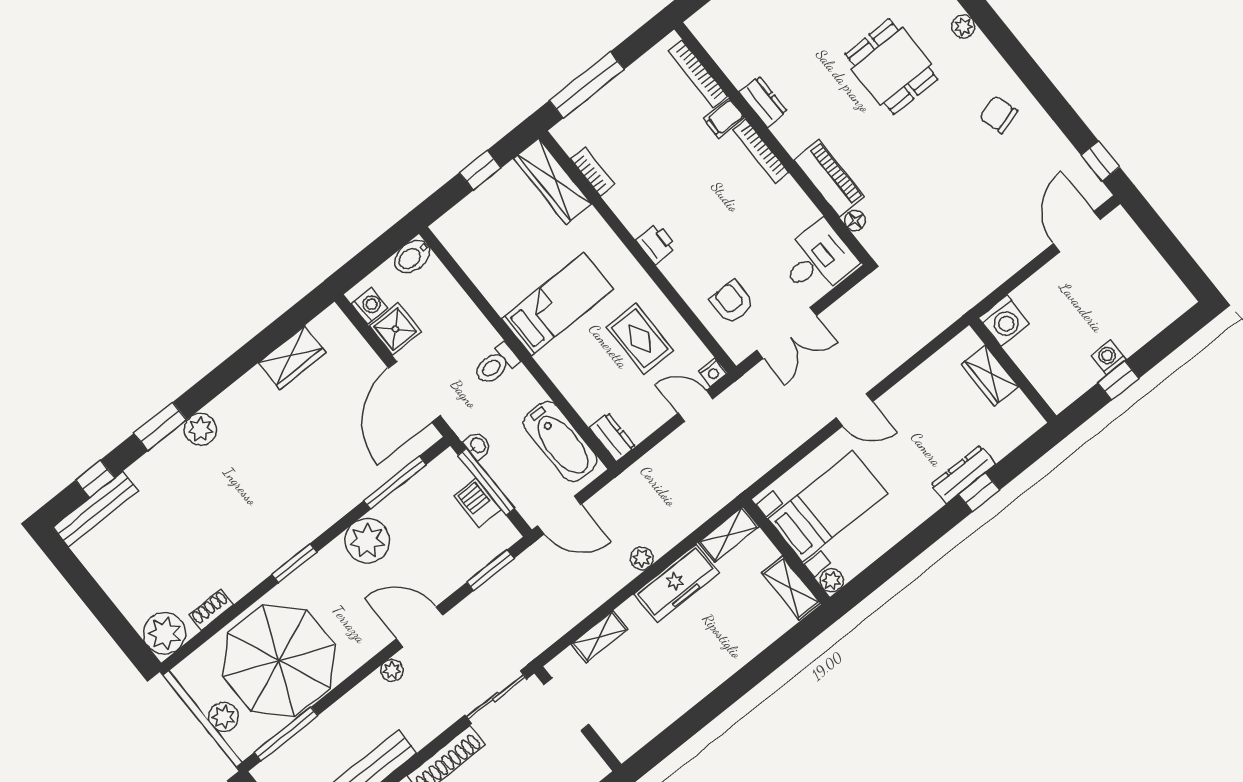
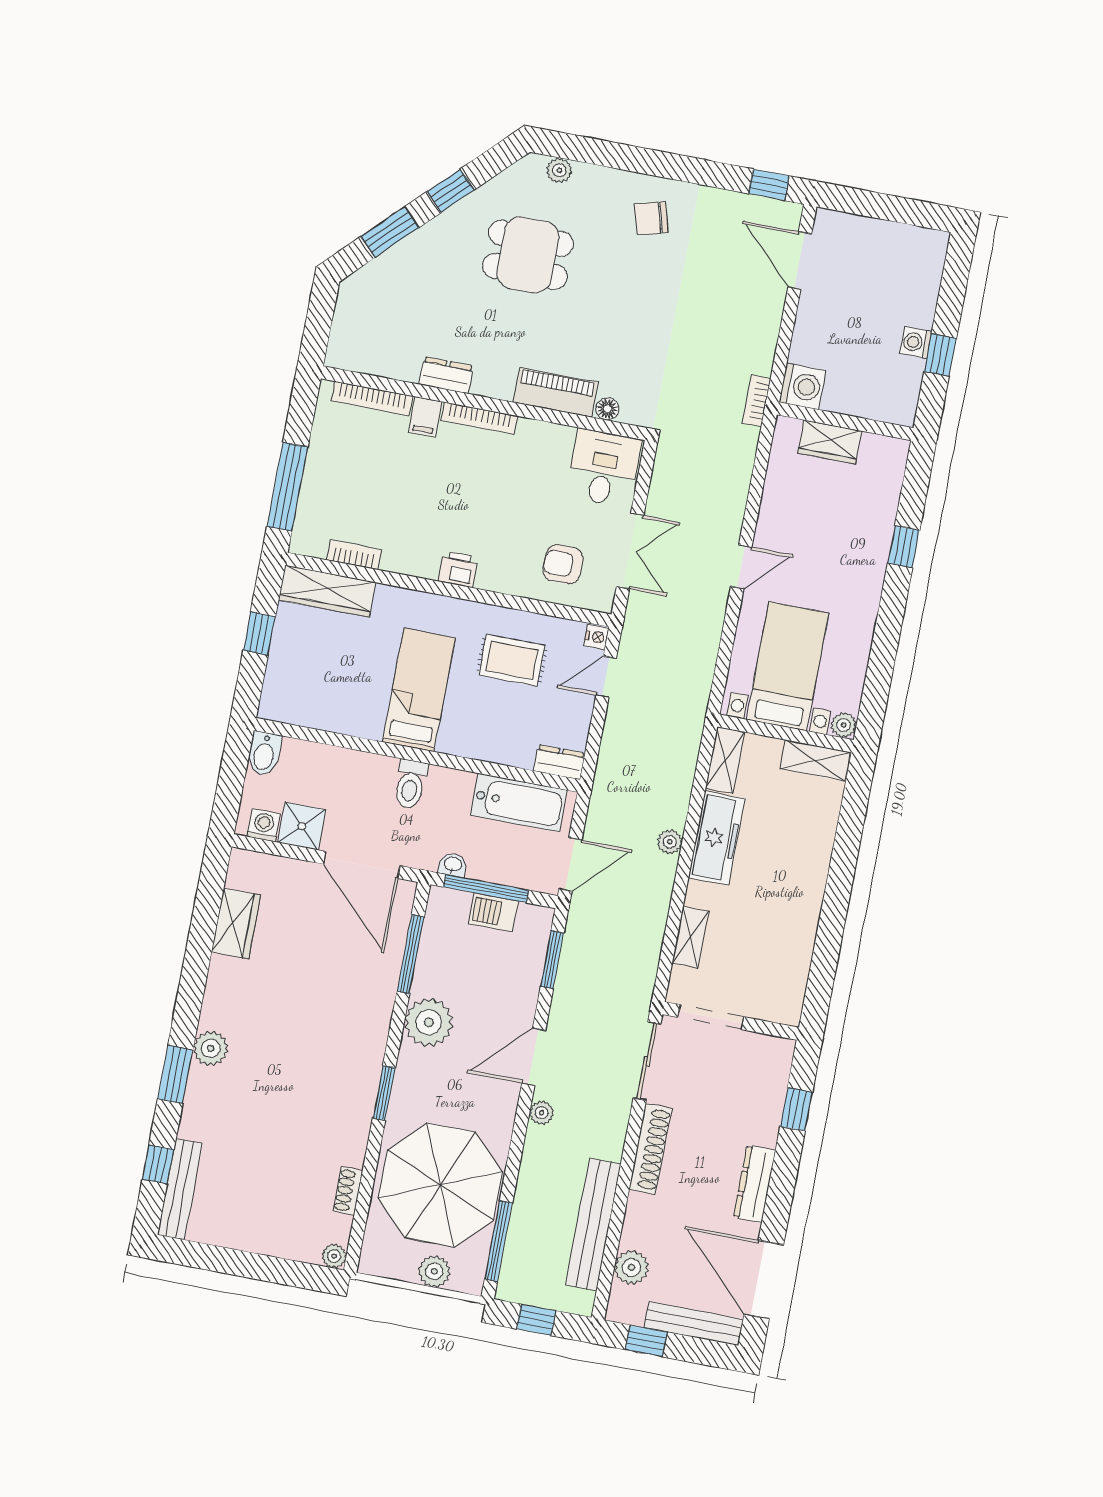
bookcase: (964, 303) -> (757, 401), added
dresser: (963, 474) -> (878, 543), removed
plant: (164, 633) -> (334, 1256), width x0.53, depth x0.53

